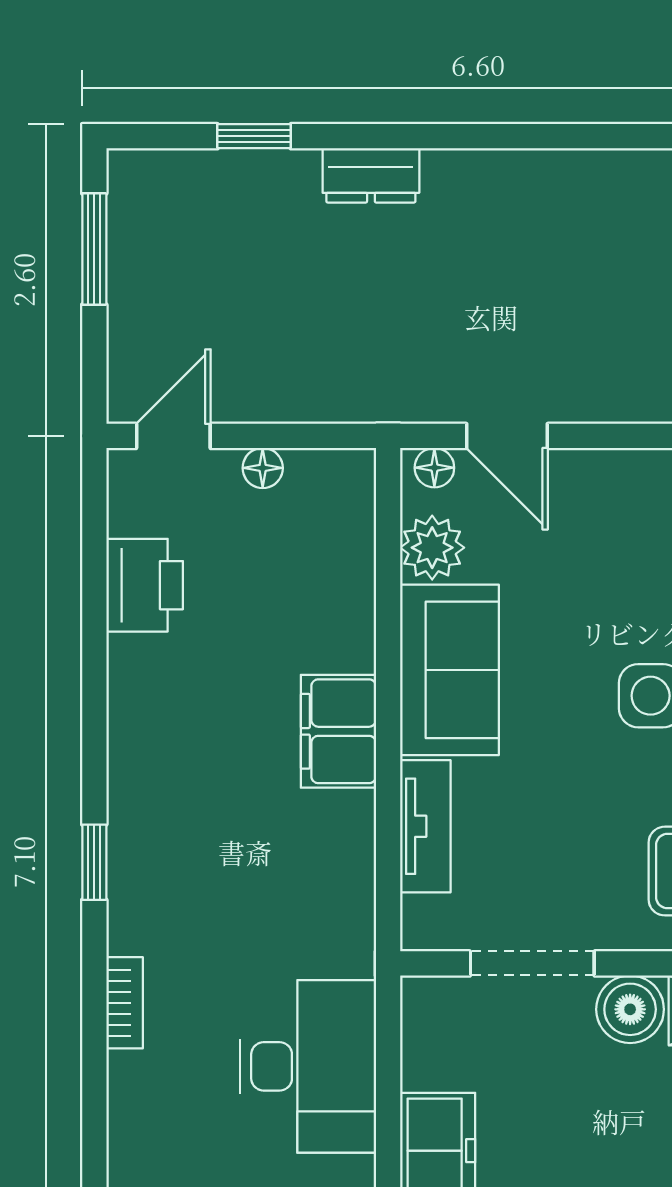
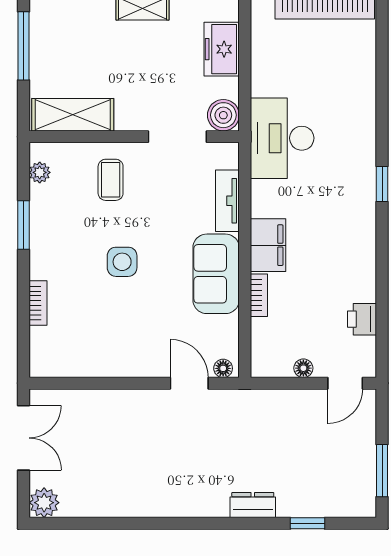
plant: (432, 548) -> (224, 331), removed
printer: (145, 585) -> (362, 319), width x0.73, depth x0.81
bookcase: (125, 1003) -> (259, 295), moved, turned 180
boiler: (630, 1009) -> (223, 115), moved
desk: (308, 1066) -> (282, 138), moved

